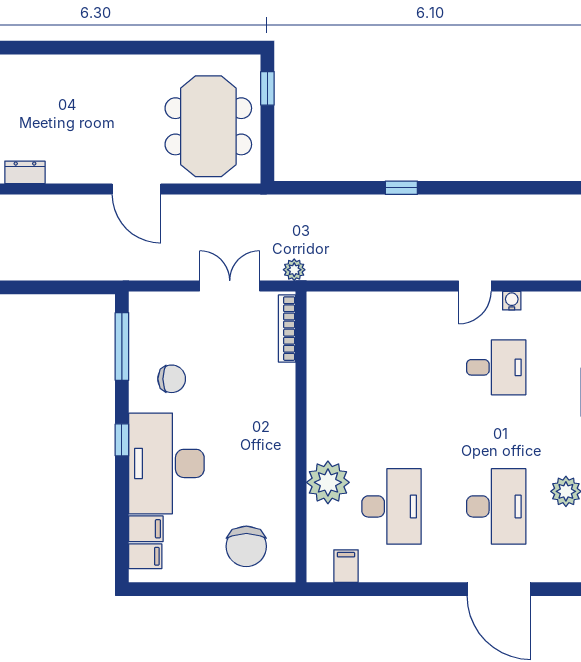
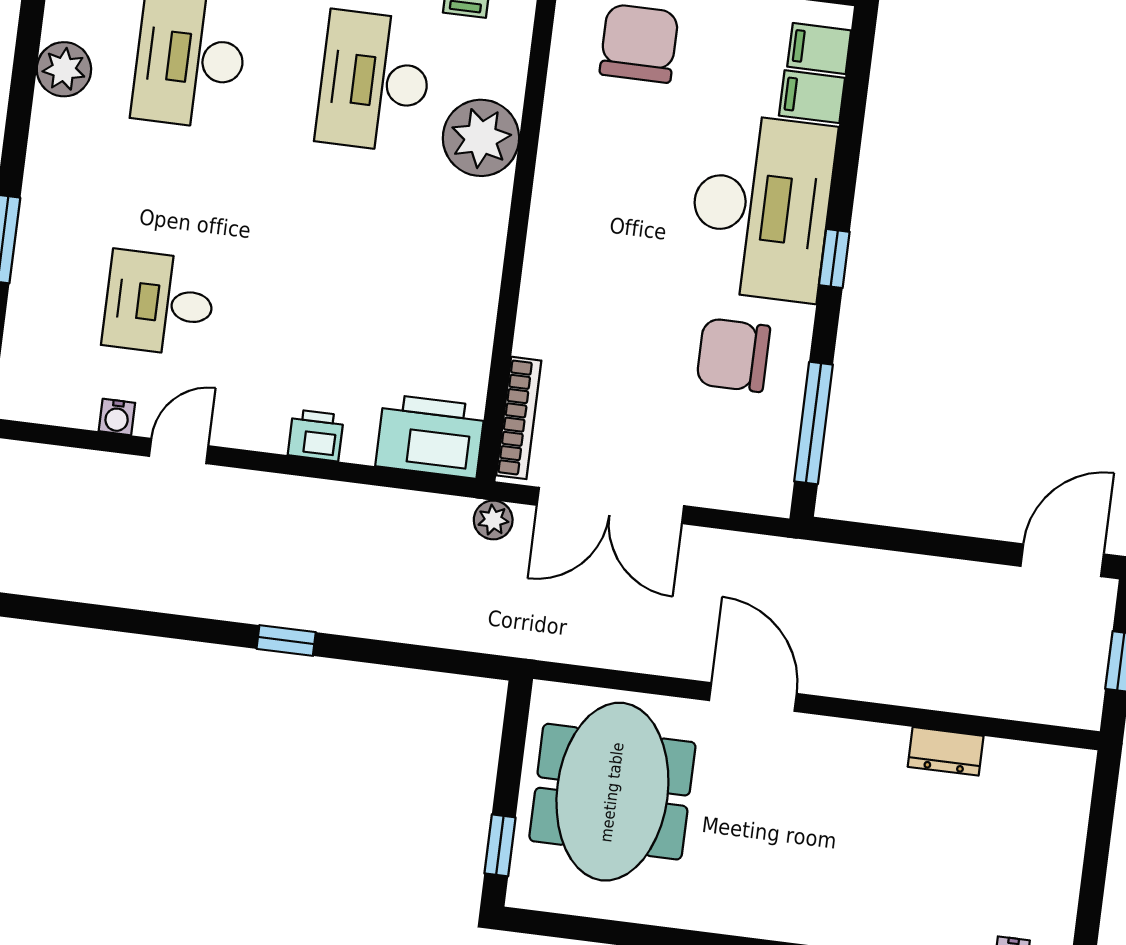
double door: (230, 286) -> (610, 506), width x1.37
printer: (399, 305) -> (316, 435), added
printer: (335, 312) -> (430, 436), added
chair: (172, 379) -> (733, 355), width x1.37, depth x1.37

